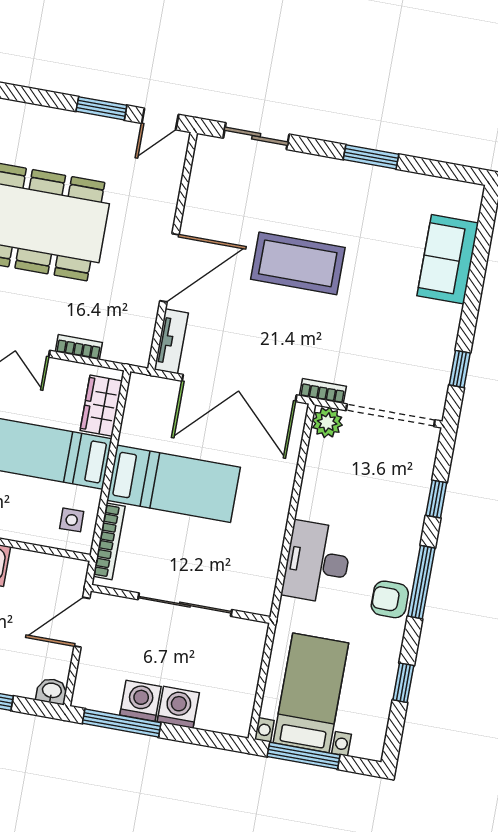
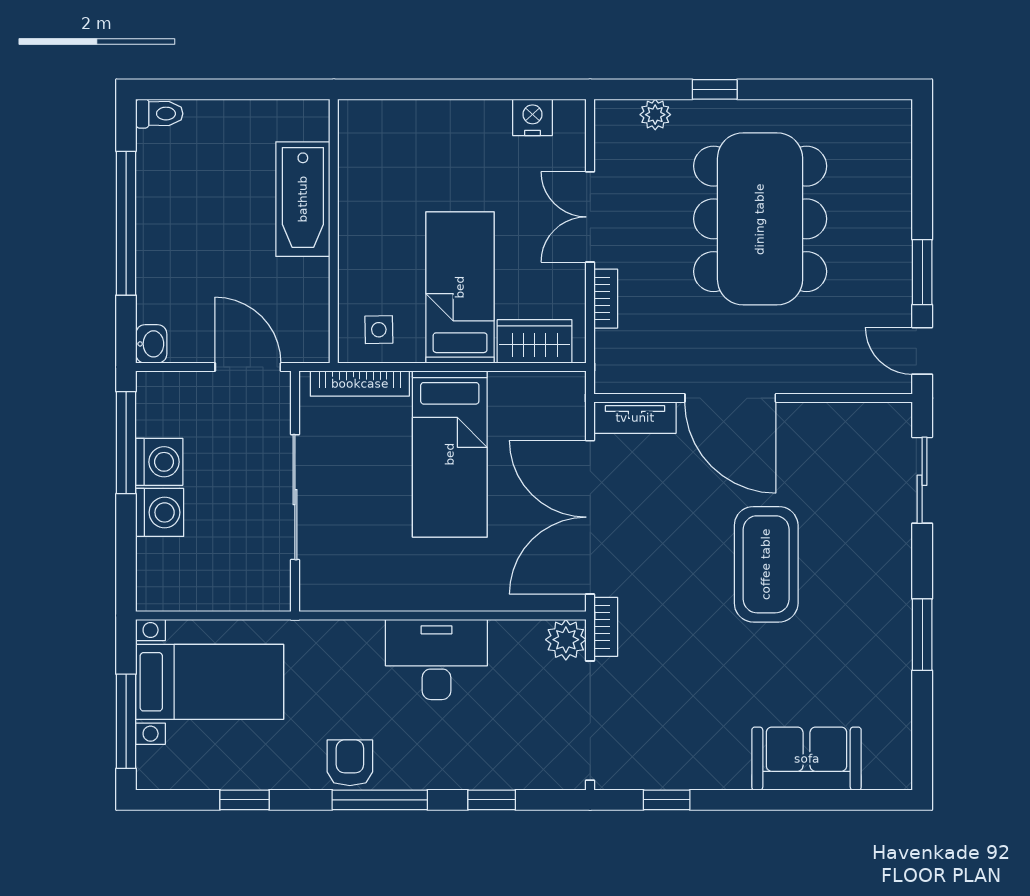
desk: (317, 562) -> (436, 659), moved
window: (304, 756) -> (126, 721), moved

